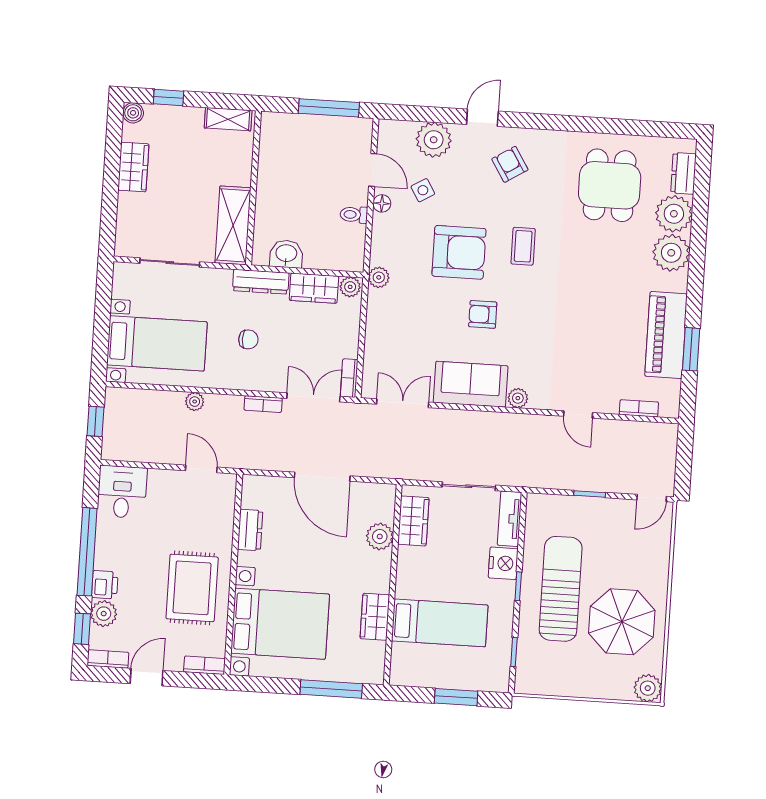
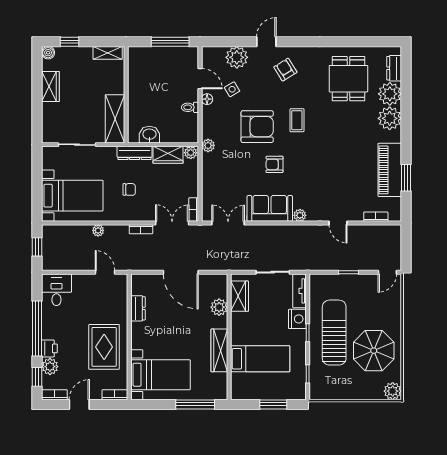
wardrobe: (375, 617) -> (219, 350), width x1.50
bed with nightstands: (280, 624) -> (160, 375), width x0.73

